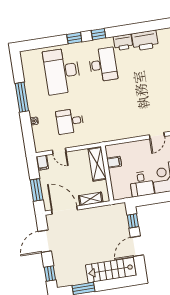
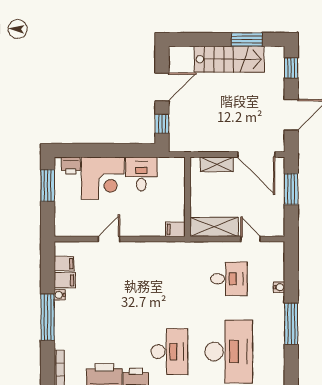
desk: (103, 65) -> (169, 352), turned 180
filing cabinet: (114, 162) -> (175, 229), moved
filing cabinet: (42, 163) -> (277, 226), removed
shelving: (97, 164) -> (214, 227), moved, turned 90
stairs: (111, 270) -> (229, 59), moved

